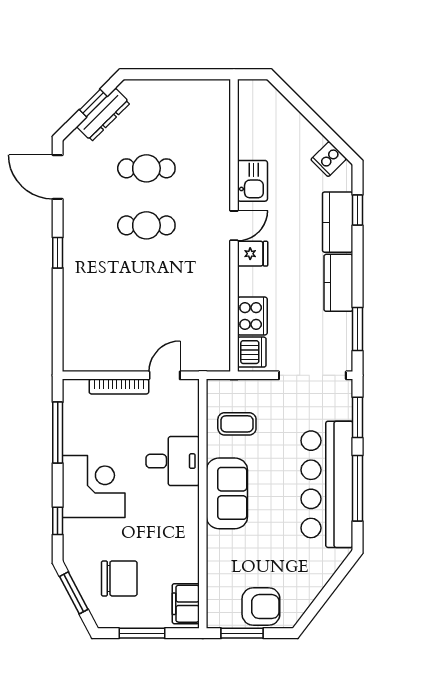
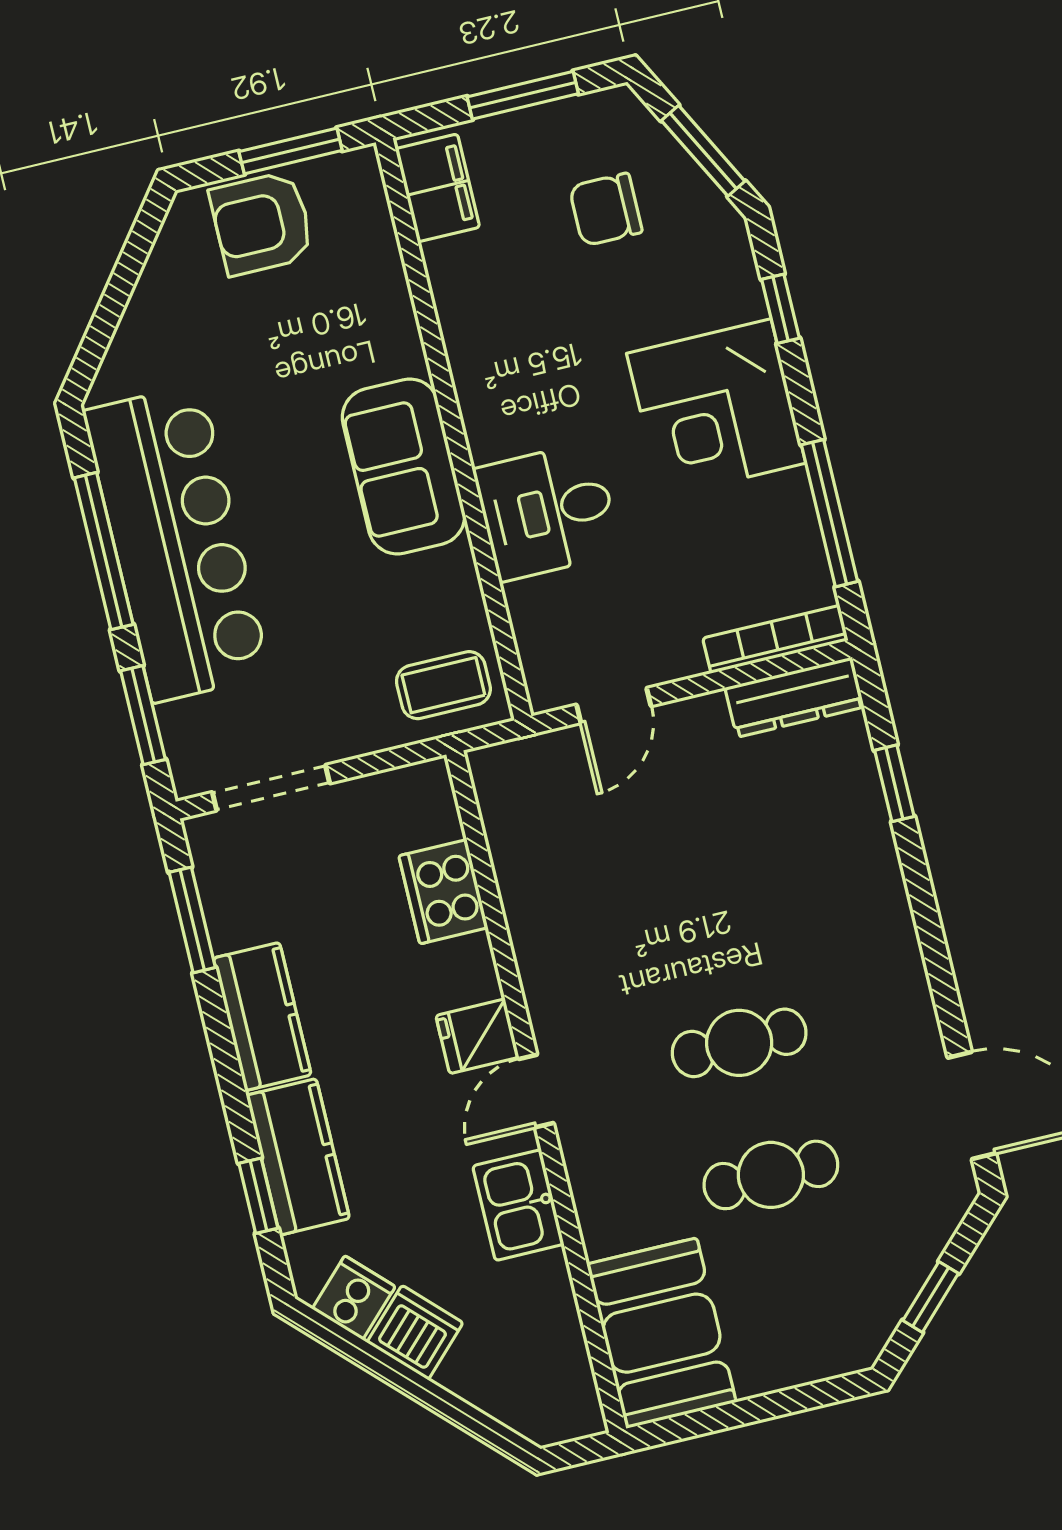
dresser: (103, 115) -> (794, 697), moved, turned -135
booth: (207, 115) -> (661, 1333), added
window: (58, 253) -> (894, 783), moved
dishwasher: (252, 352) -> (415, 1333), moved, turned 135
doorway: (312, 375) -> (271, 788), width x0.73
bookcase: (119, 386) -> (775, 639), moved
coffee table: (237, 424) -> (443, 685), moved
chair: (119, 578) -> (606, 209), width x0.73, depth x0.73

